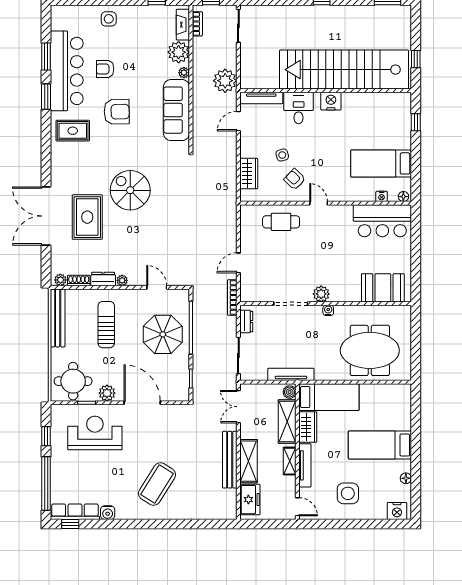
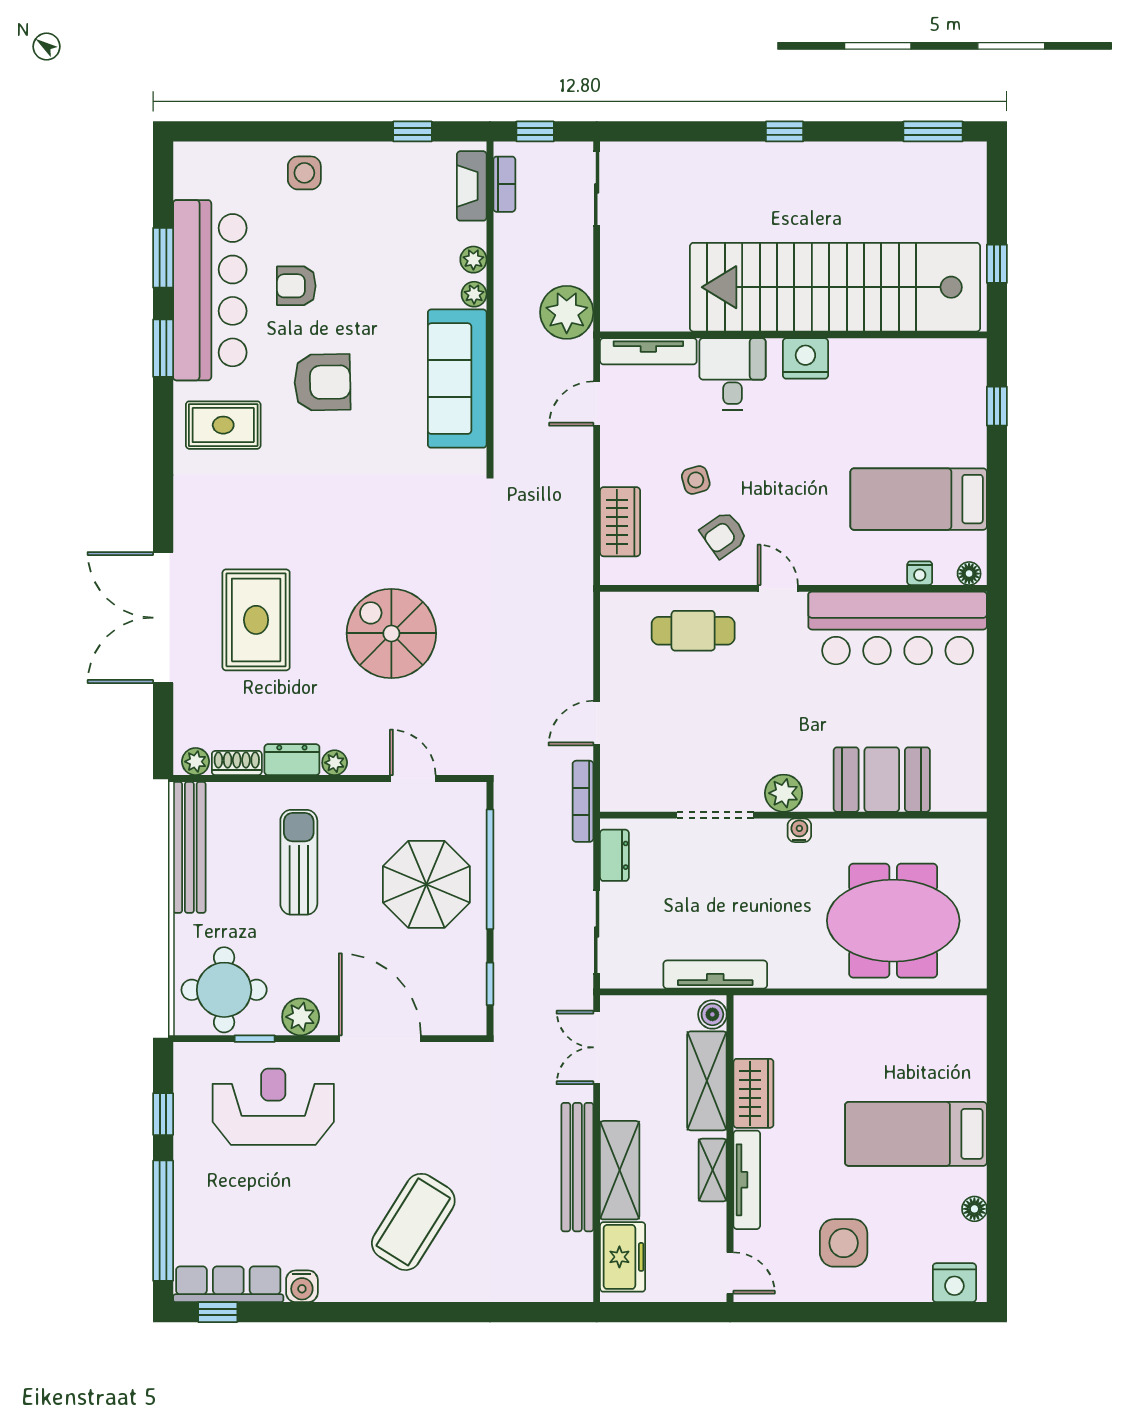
plant: (179, 52) -> (473, 260), width x0.53, depth x0.53
armchair: (295, 179) -> (724, 535), turned -79
spiral stairs: (130, 190) -> (391, 633), moved
bar counter: (382, 221) -> (898, 628), width x1.36
booth: (383, 288) -> (882, 780), moved
bed: (329, 397) -> (801, 1026), removed

